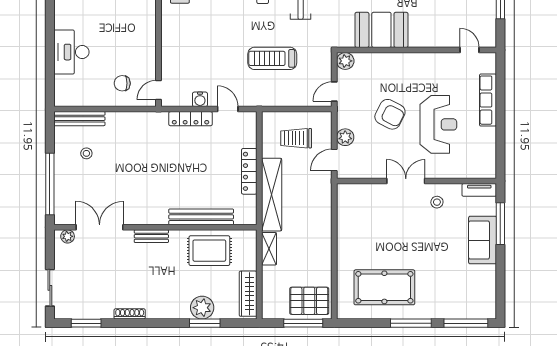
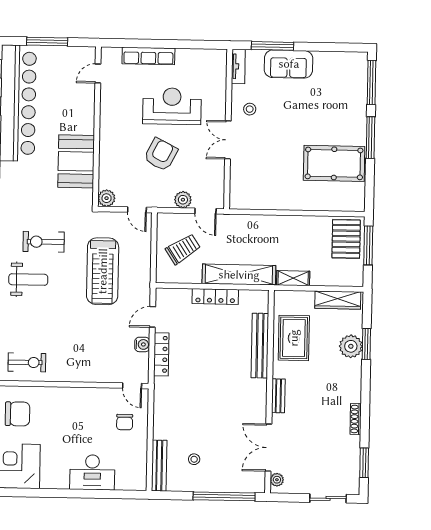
treadmill: (272, 58) -> (103, 271), width x1.37, depth x1.38
trolley: (296, 138) -> (183, 249), turned -123
pool table: (384, 287) -> (334, 163), turned 90

